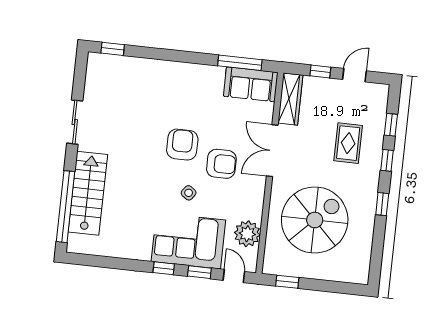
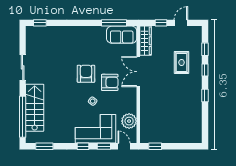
spiral stairs: (315, 220) -> (167, 109), removed
window: (97, 261) -> (44, 146), added

